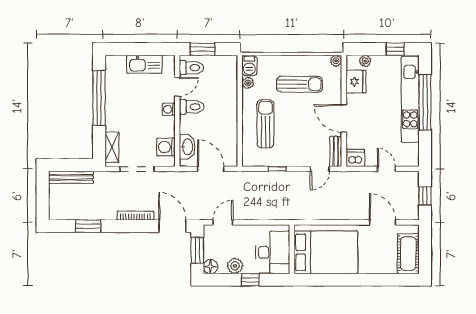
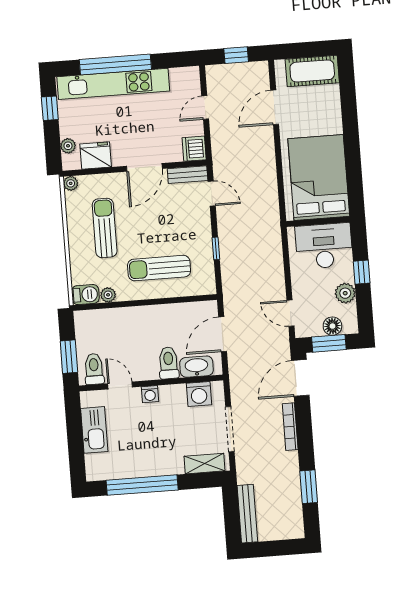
toilet: (192, 107) -> (169, 363), moved
floor lamp: (210, 267) -> (332, 326), moved

